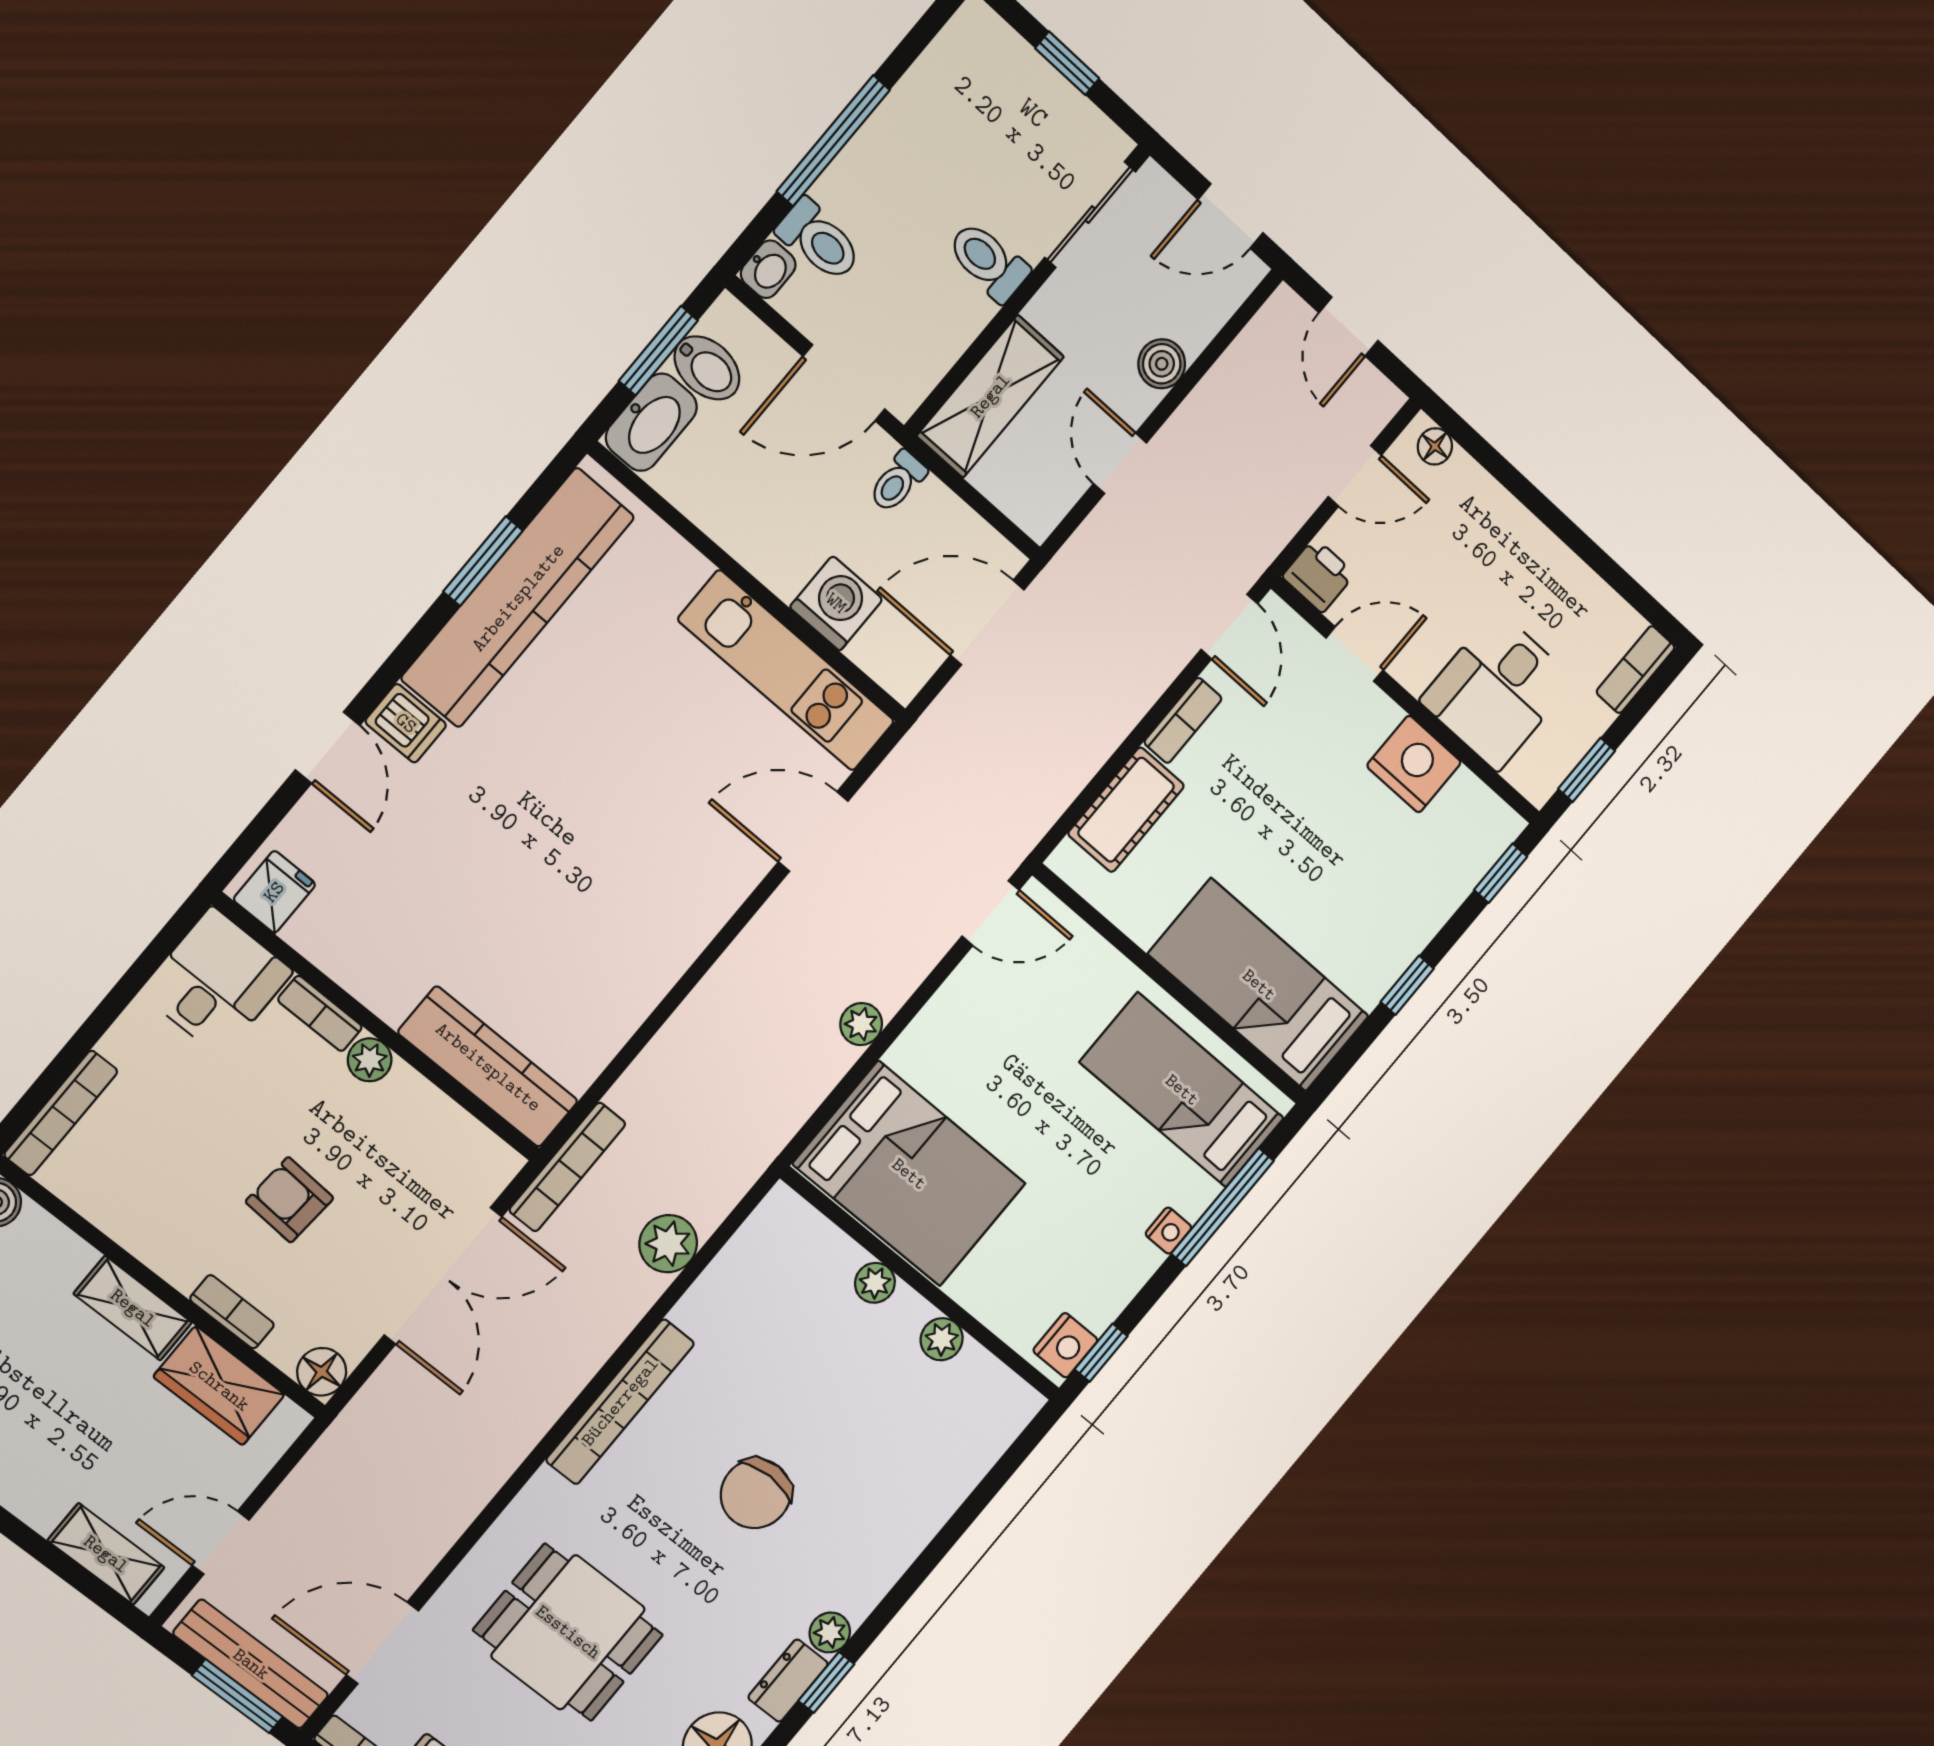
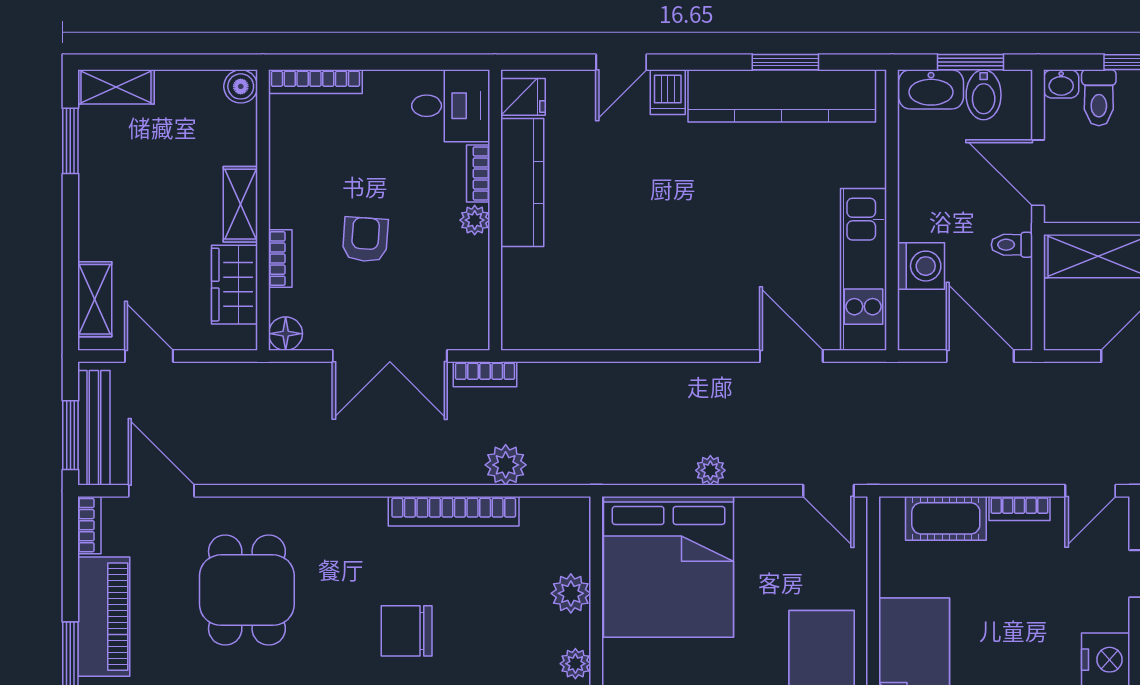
kitchen counter: (488, 1067) -> (522, 183), moved
bookcase: (567, 1167) -> (485, 374), width x0.64
bed: (909, 1174) -> (669, 567), width x1.36
plant: (875, 1283) -> (571, 593), width x1.38, depth x1.38
bookcase: (620, 1402) -> (454, 511), moved

